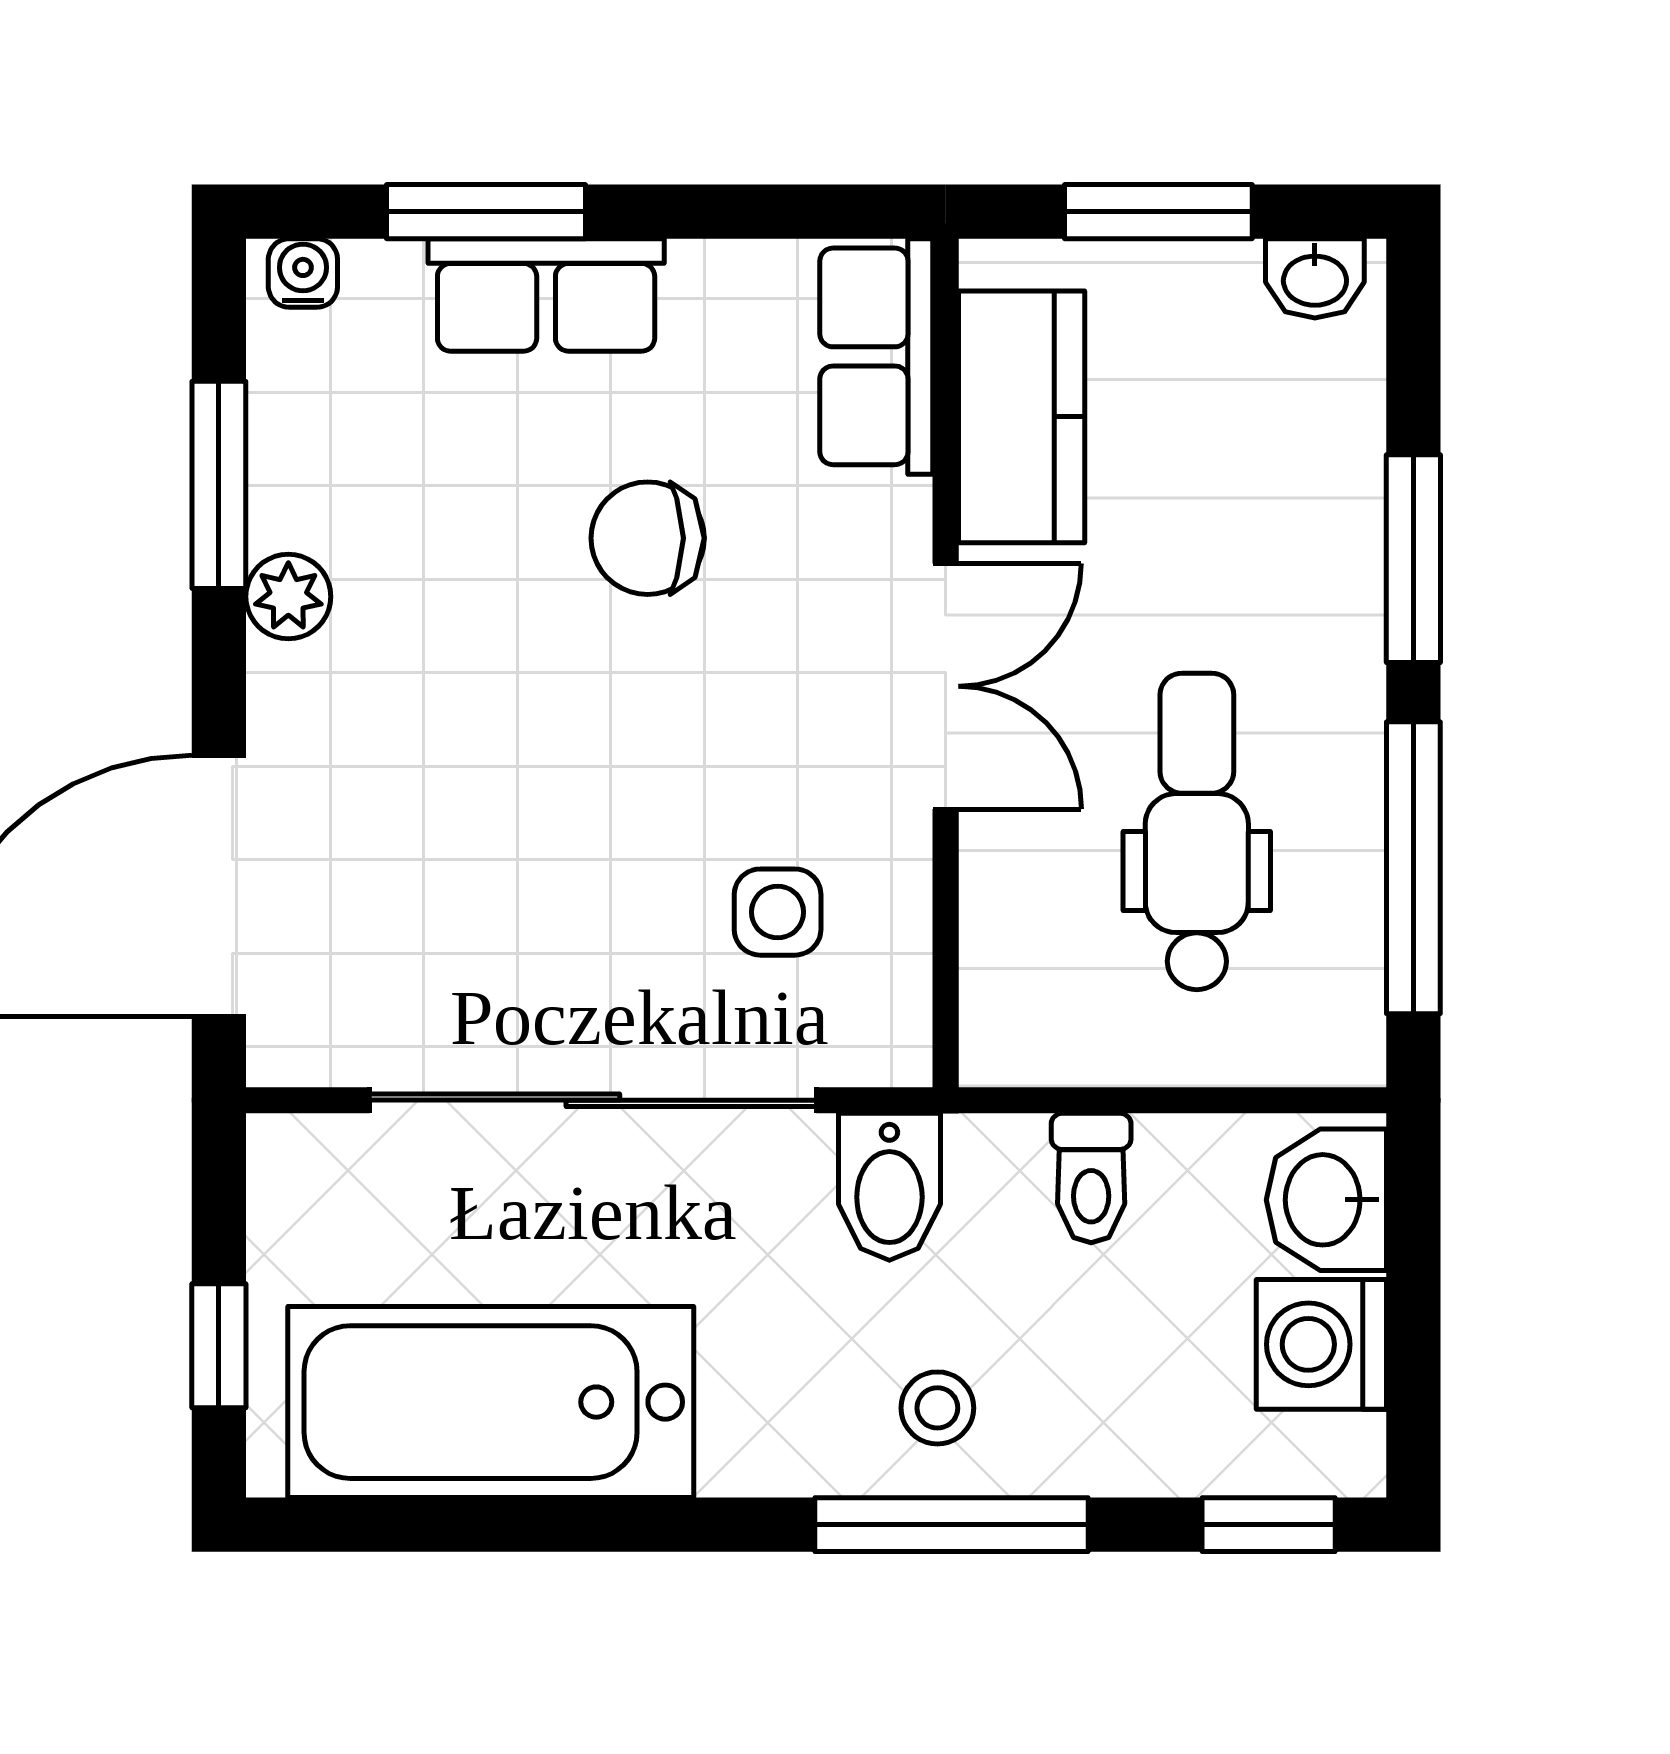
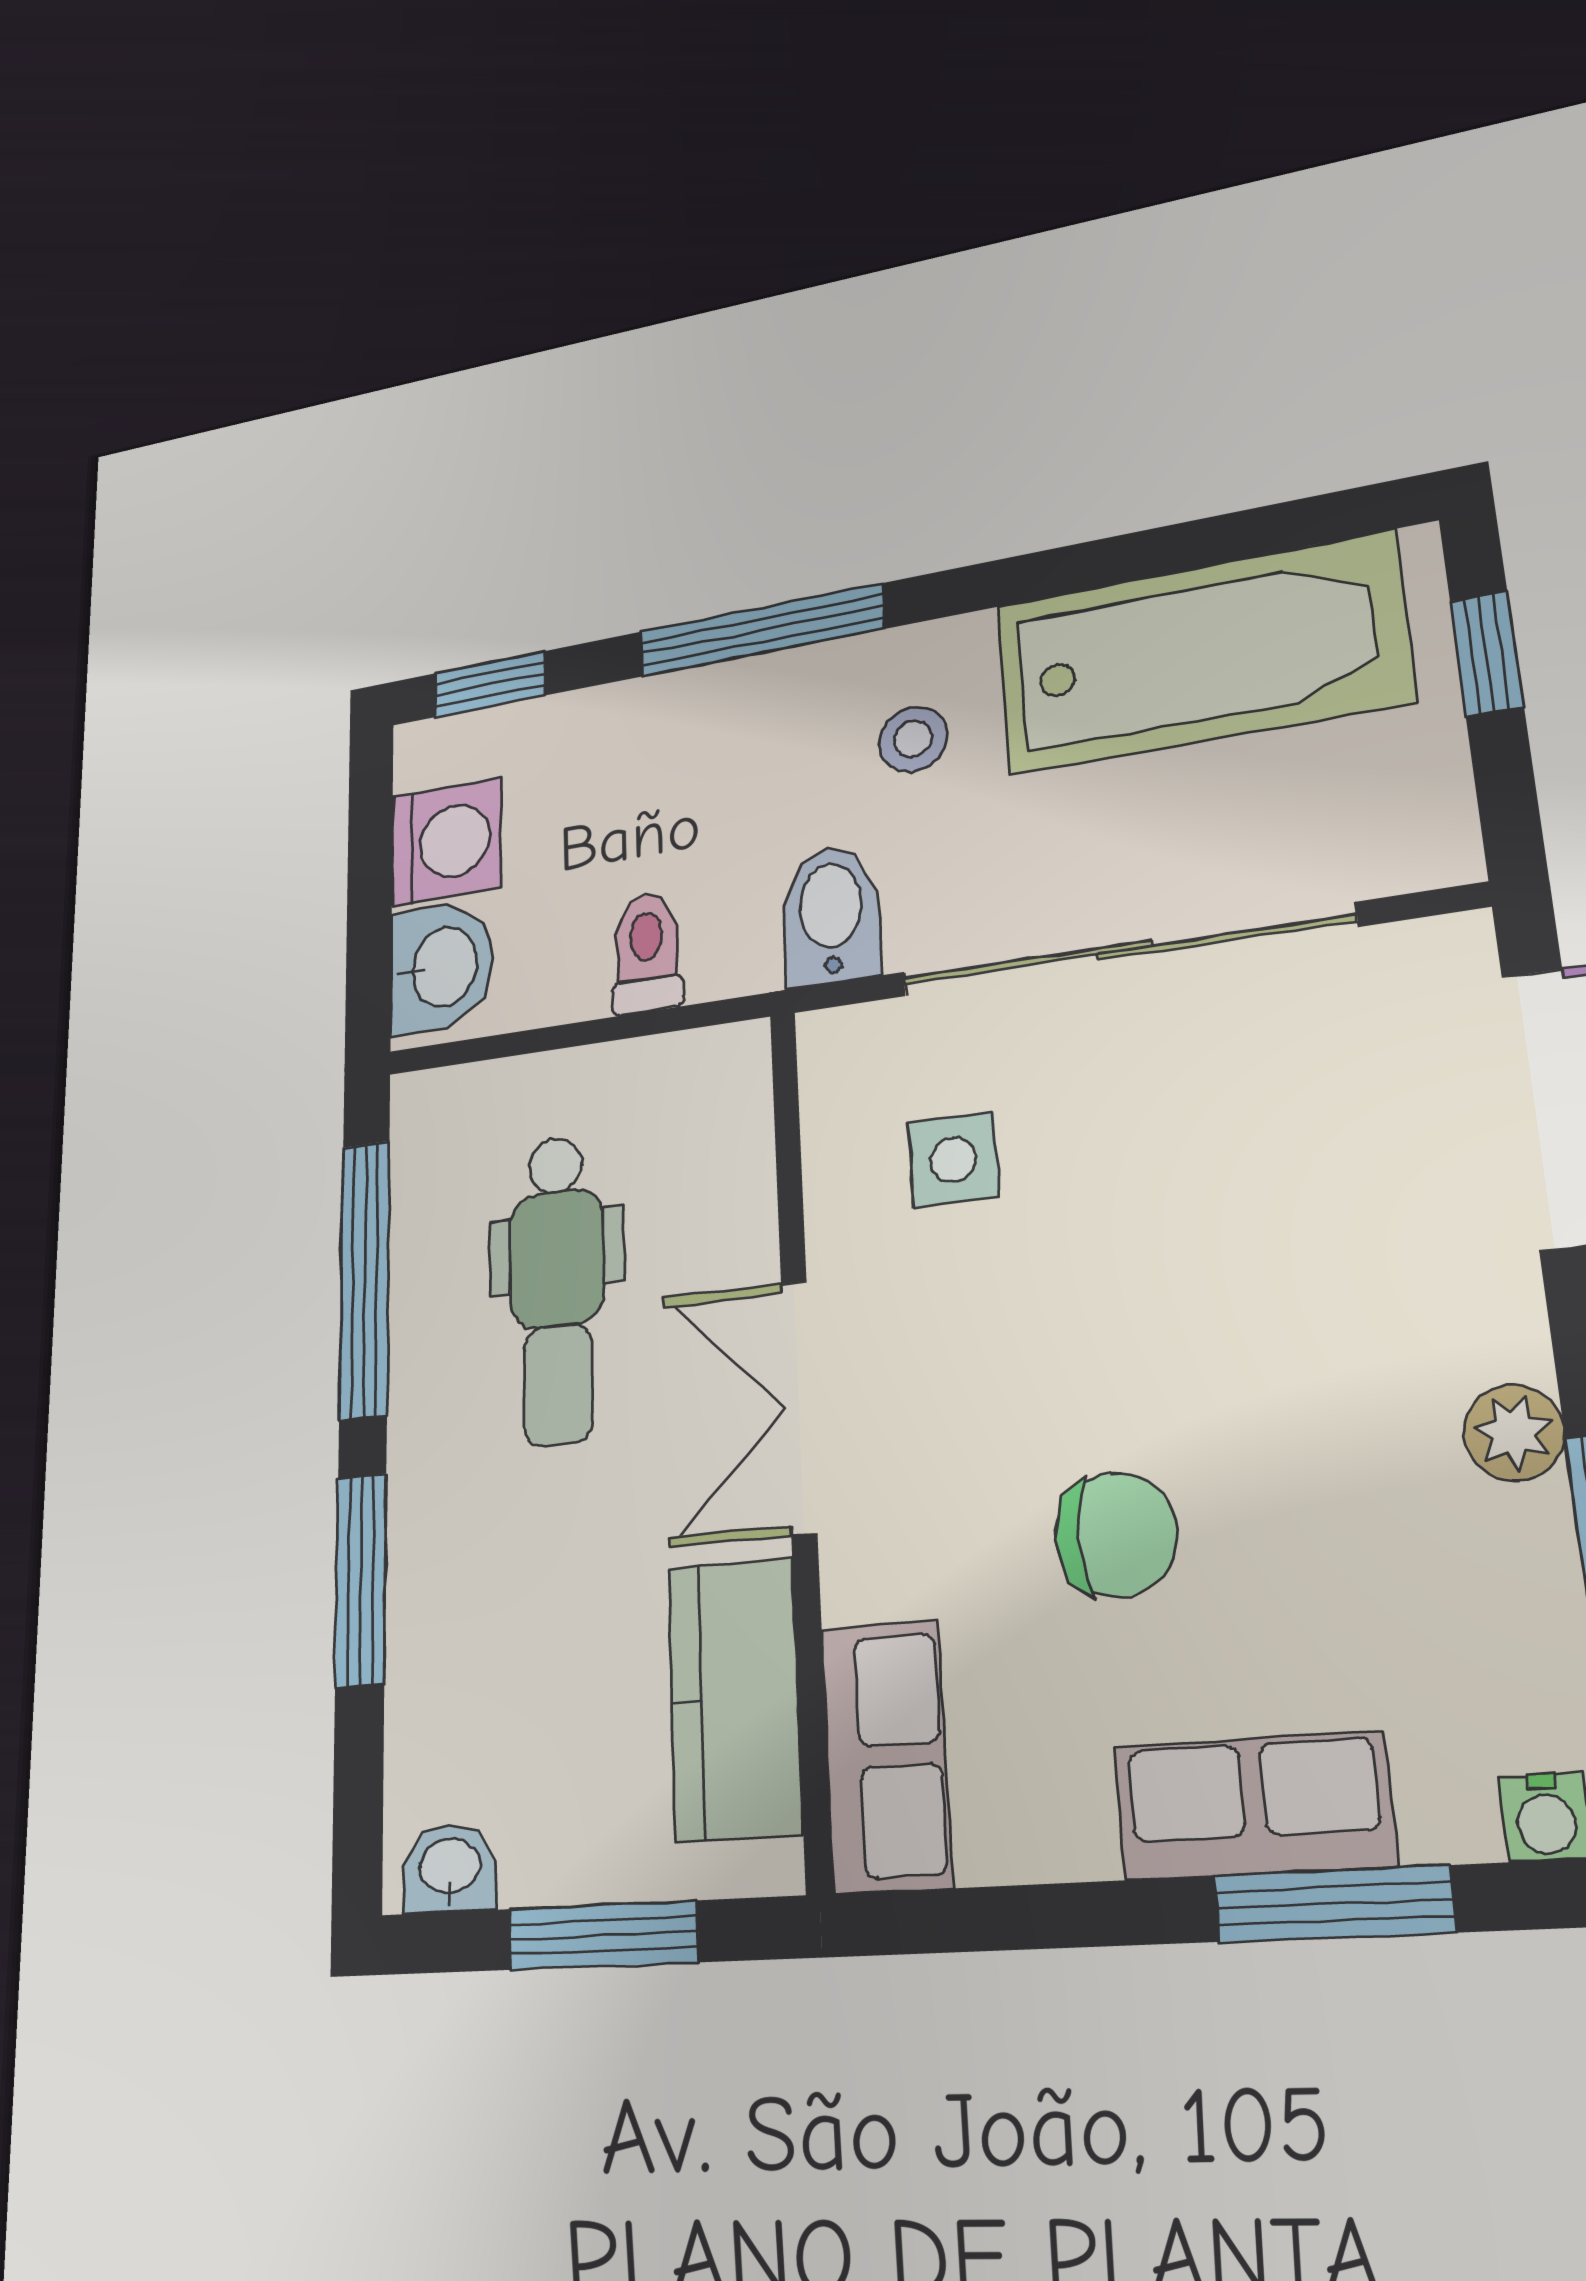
stool: (937, 1408) -> (913, 739), moved

